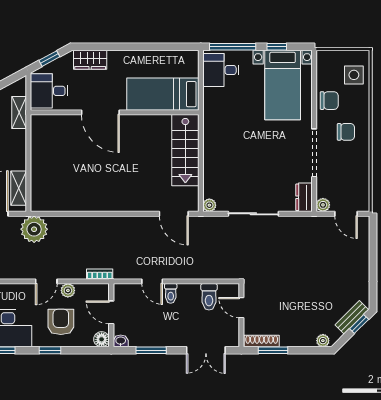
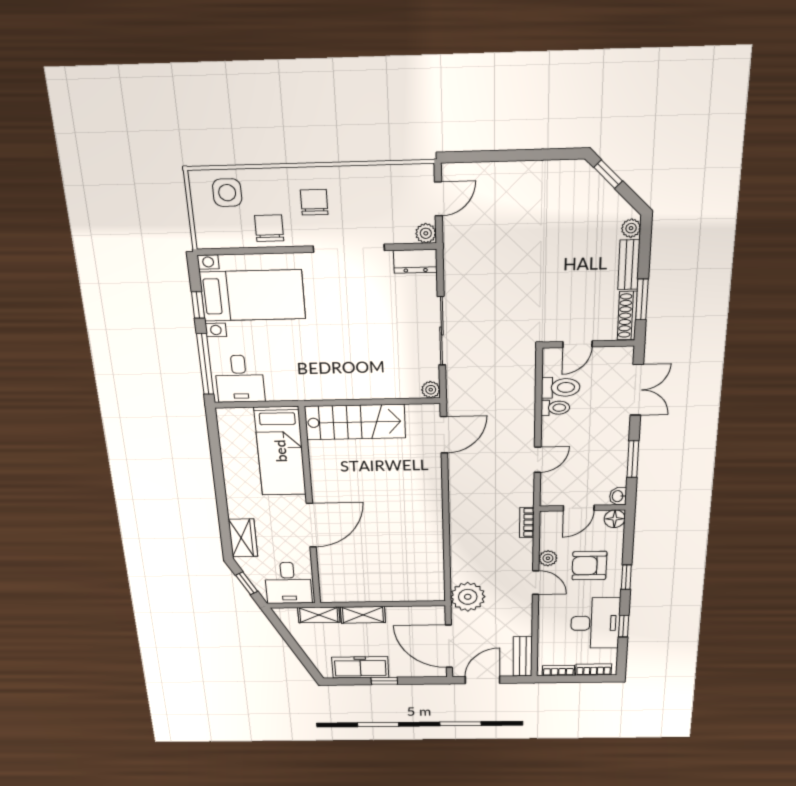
shelving: (19, 188) -> (363, 615), moved
toilet: (171, 293) -> (555, 408), moved
bench: (352, 317) -> (629, 265), moved, turned 45

